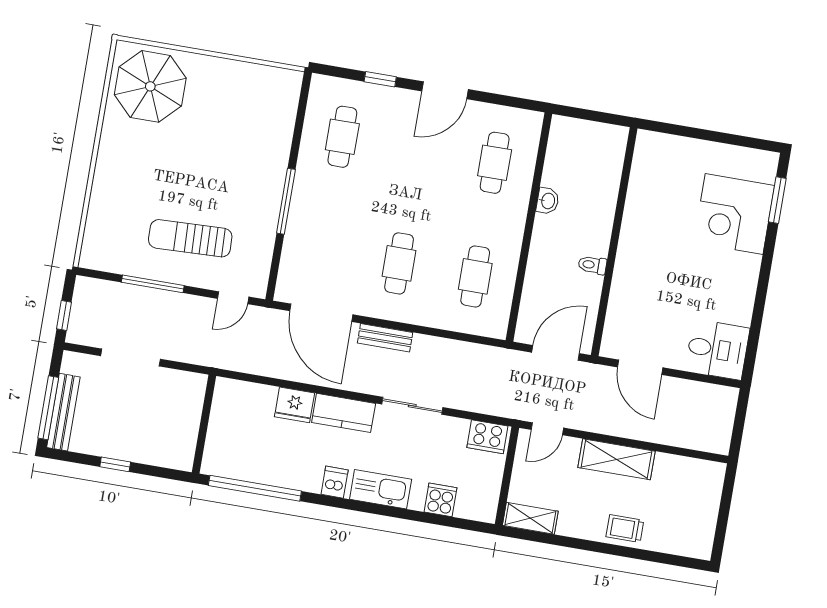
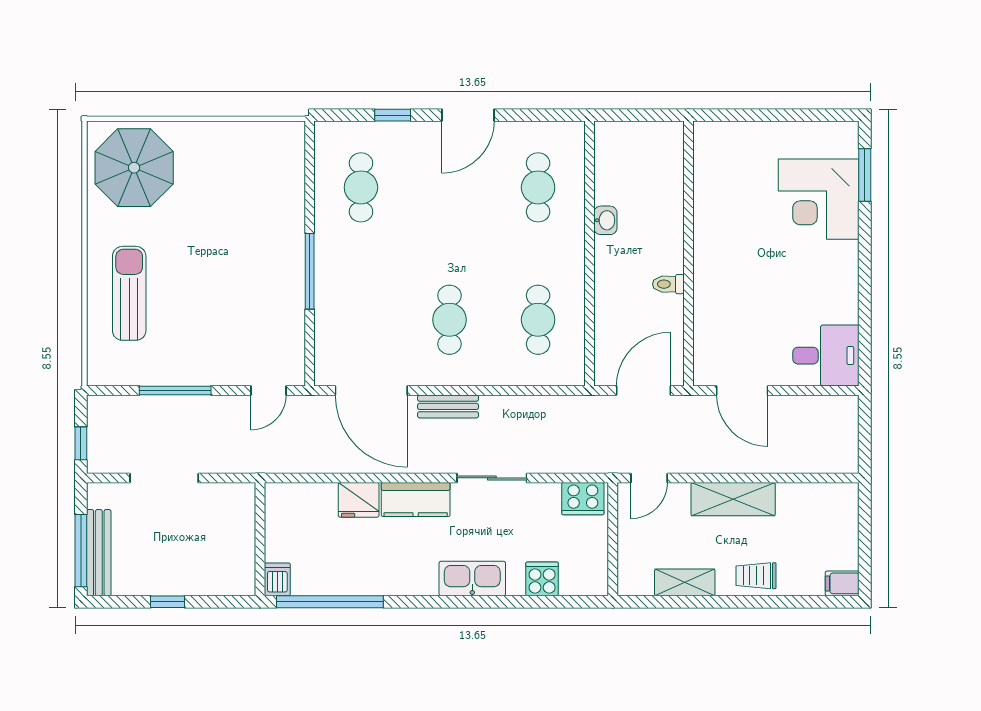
sun lounger: (190, 238) -> (129, 293), moved, turned 92
dishwasher: (335, 482) -> (277, 579), moved
shelving: (530, 518) -> (685, 582), moved
filing cabinet: (698, 548) -> (842, 583), added

